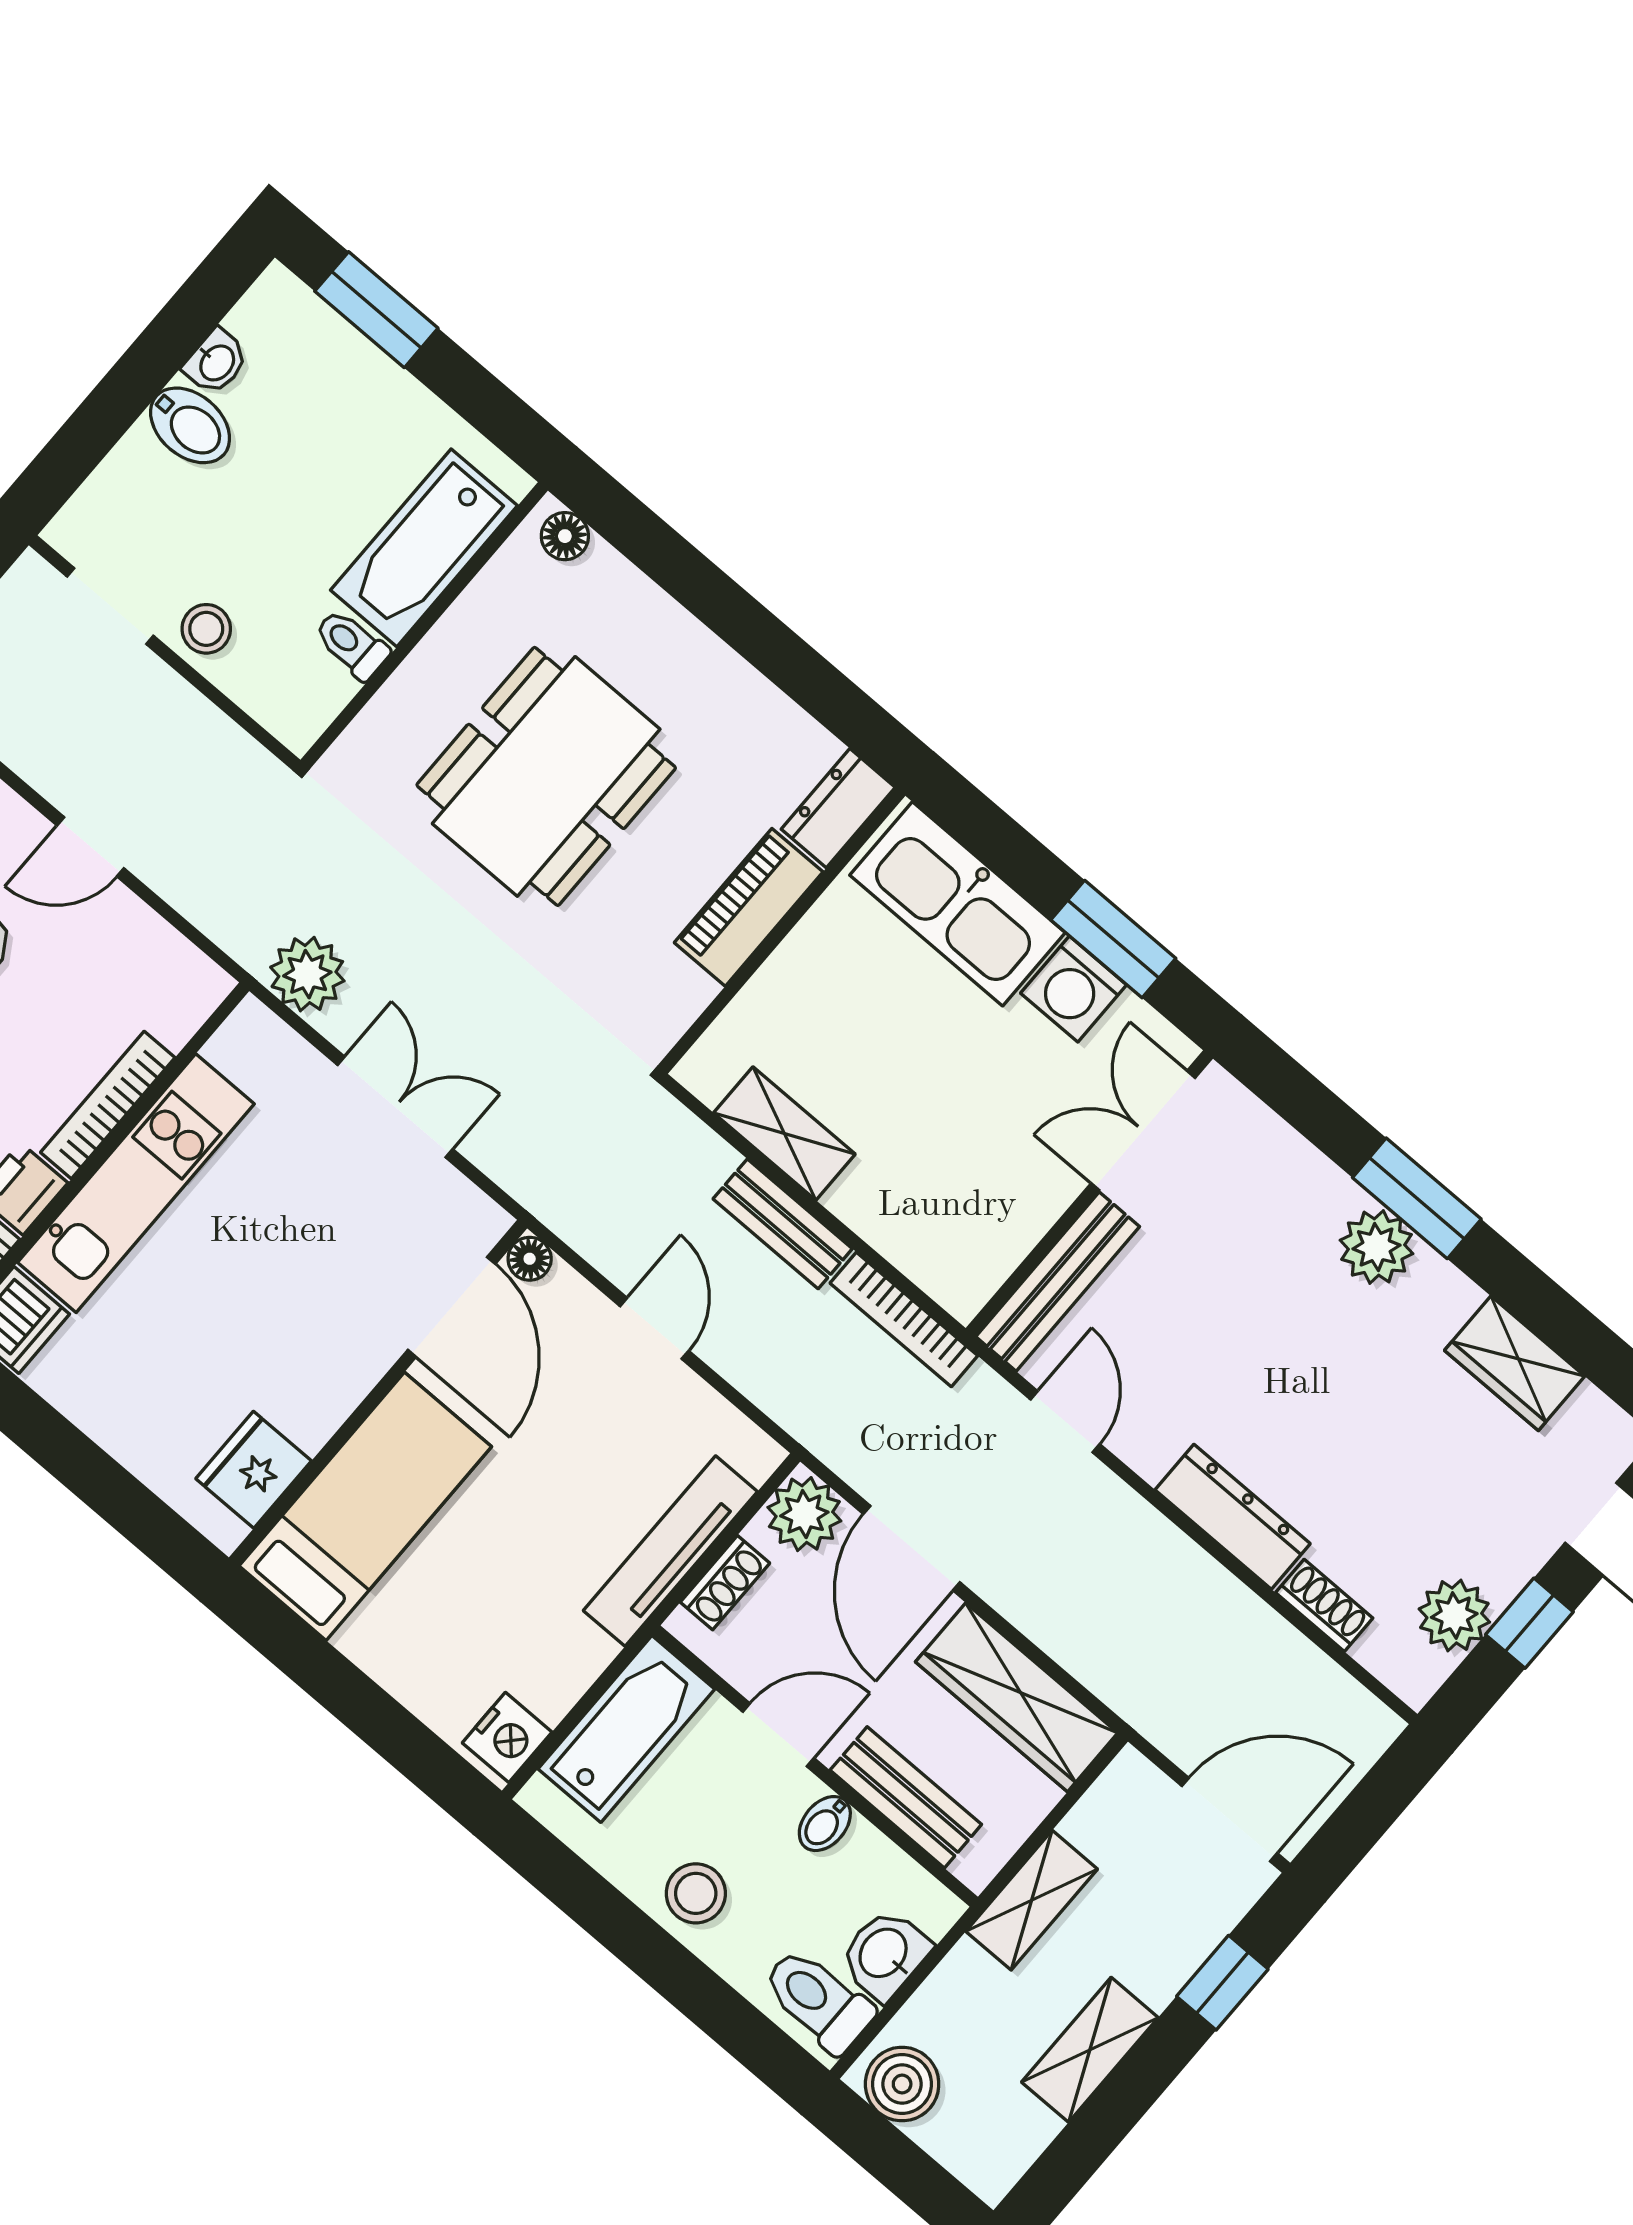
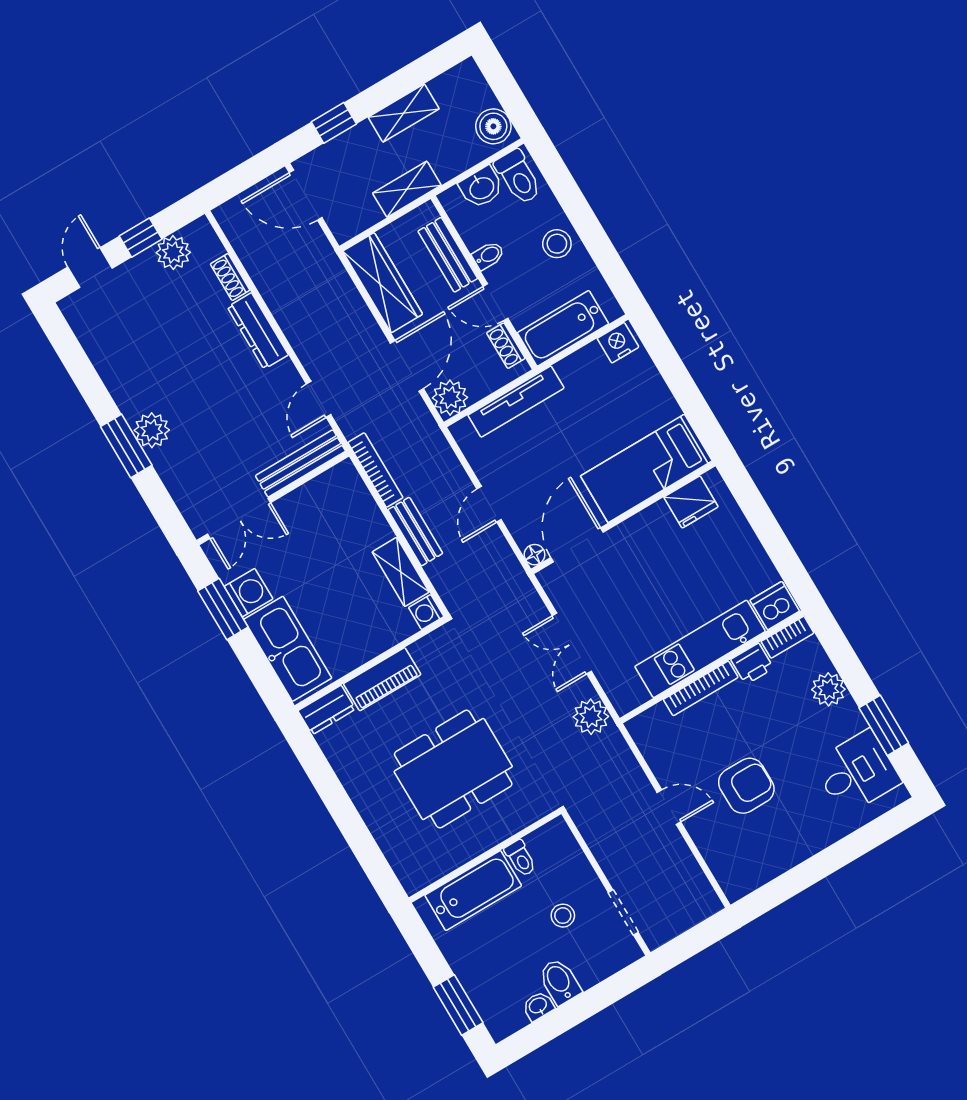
floor lamp: (565, 536) -> (408, 874), removed
stool: (206, 629) -> (563, 916), moved
washing machine: (706, 1071) -> (426, 612), added
wardrobe: (1515, 1363) -> (107, 357), removed
shoe rack: (725, 1583) -> (506, 346), moved, turned -90

